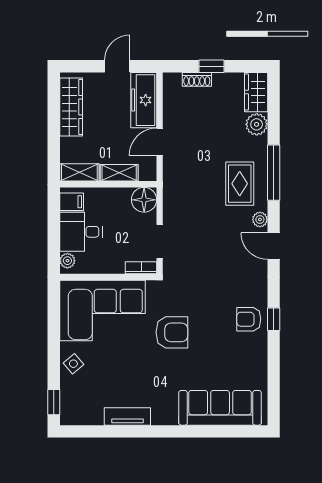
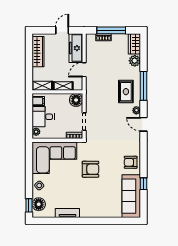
window: (212, 66) -> (111, 30), width x2.17
window: (274, 319) -> (144, 184), moved
floor lamp: (72, 400) -> (39, 204), added
sofa: (220, 408) -> (131, 196), moved, turned -90

